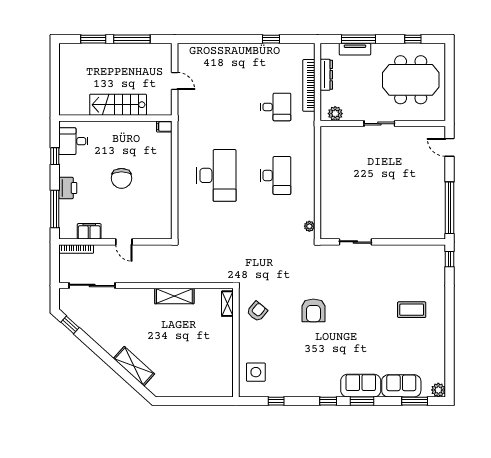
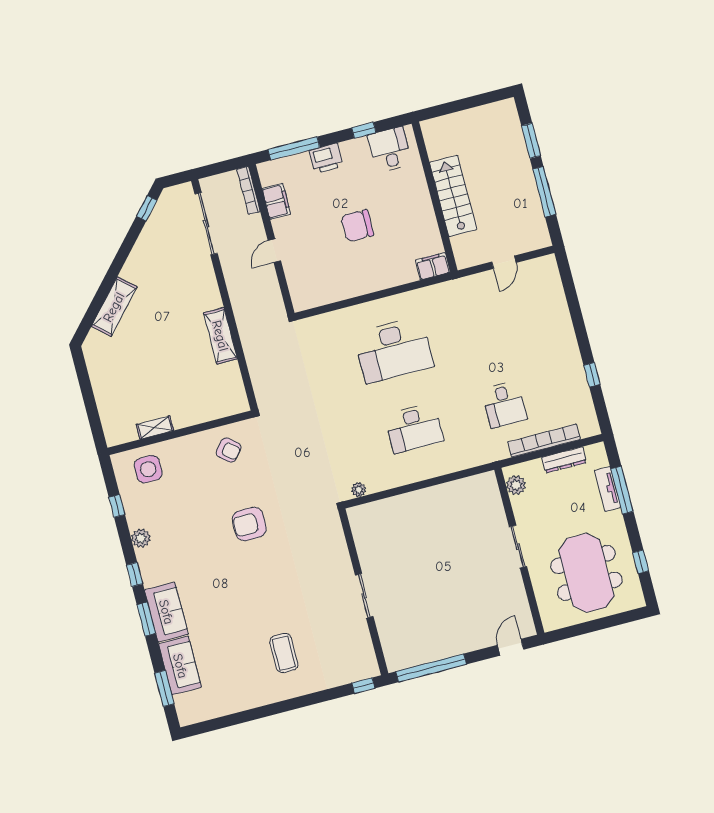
filing cabinet: (164, 127) -> (433, 266), width x2.00
sliding door: (355, 242) -> (364, 596), moved
shelving: (227, 304) -> (155, 427), moved
plant: (438, 390) -> (141, 538), moved

